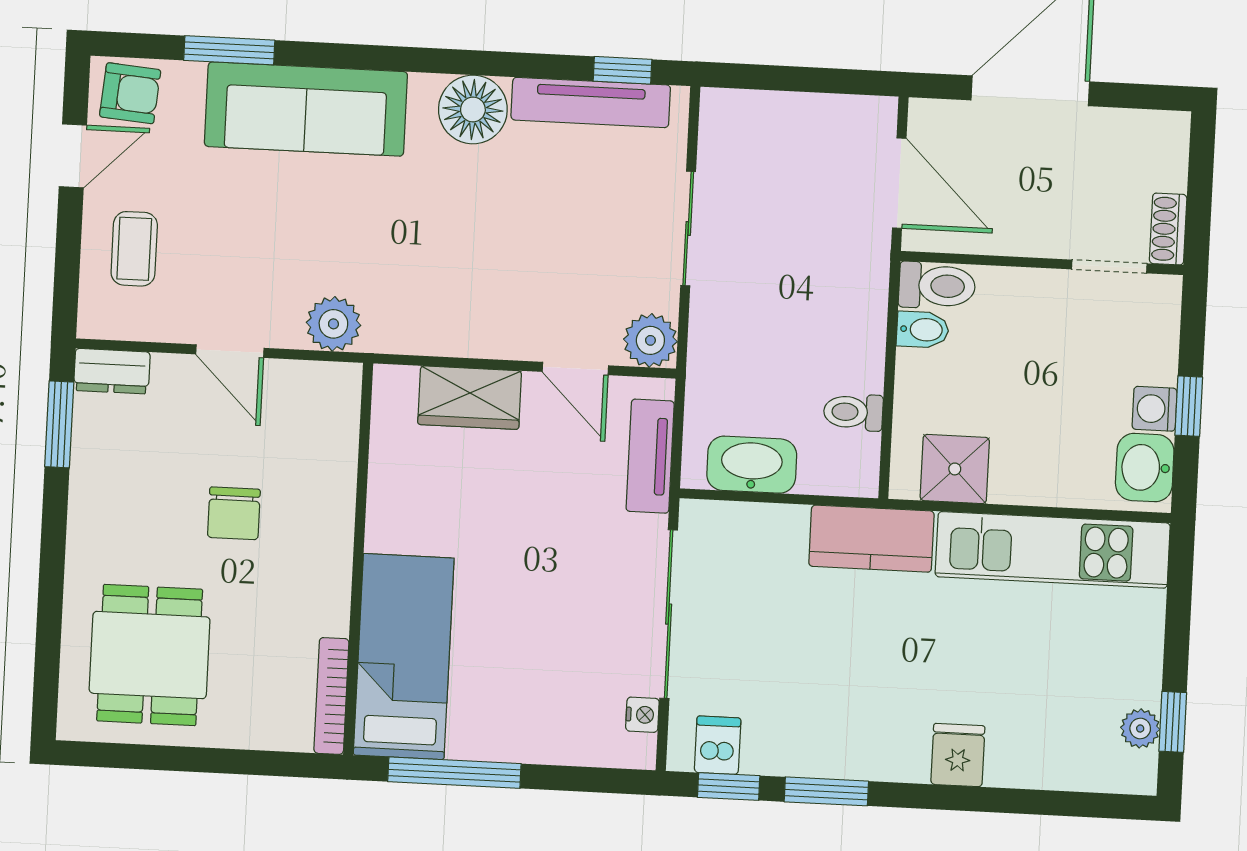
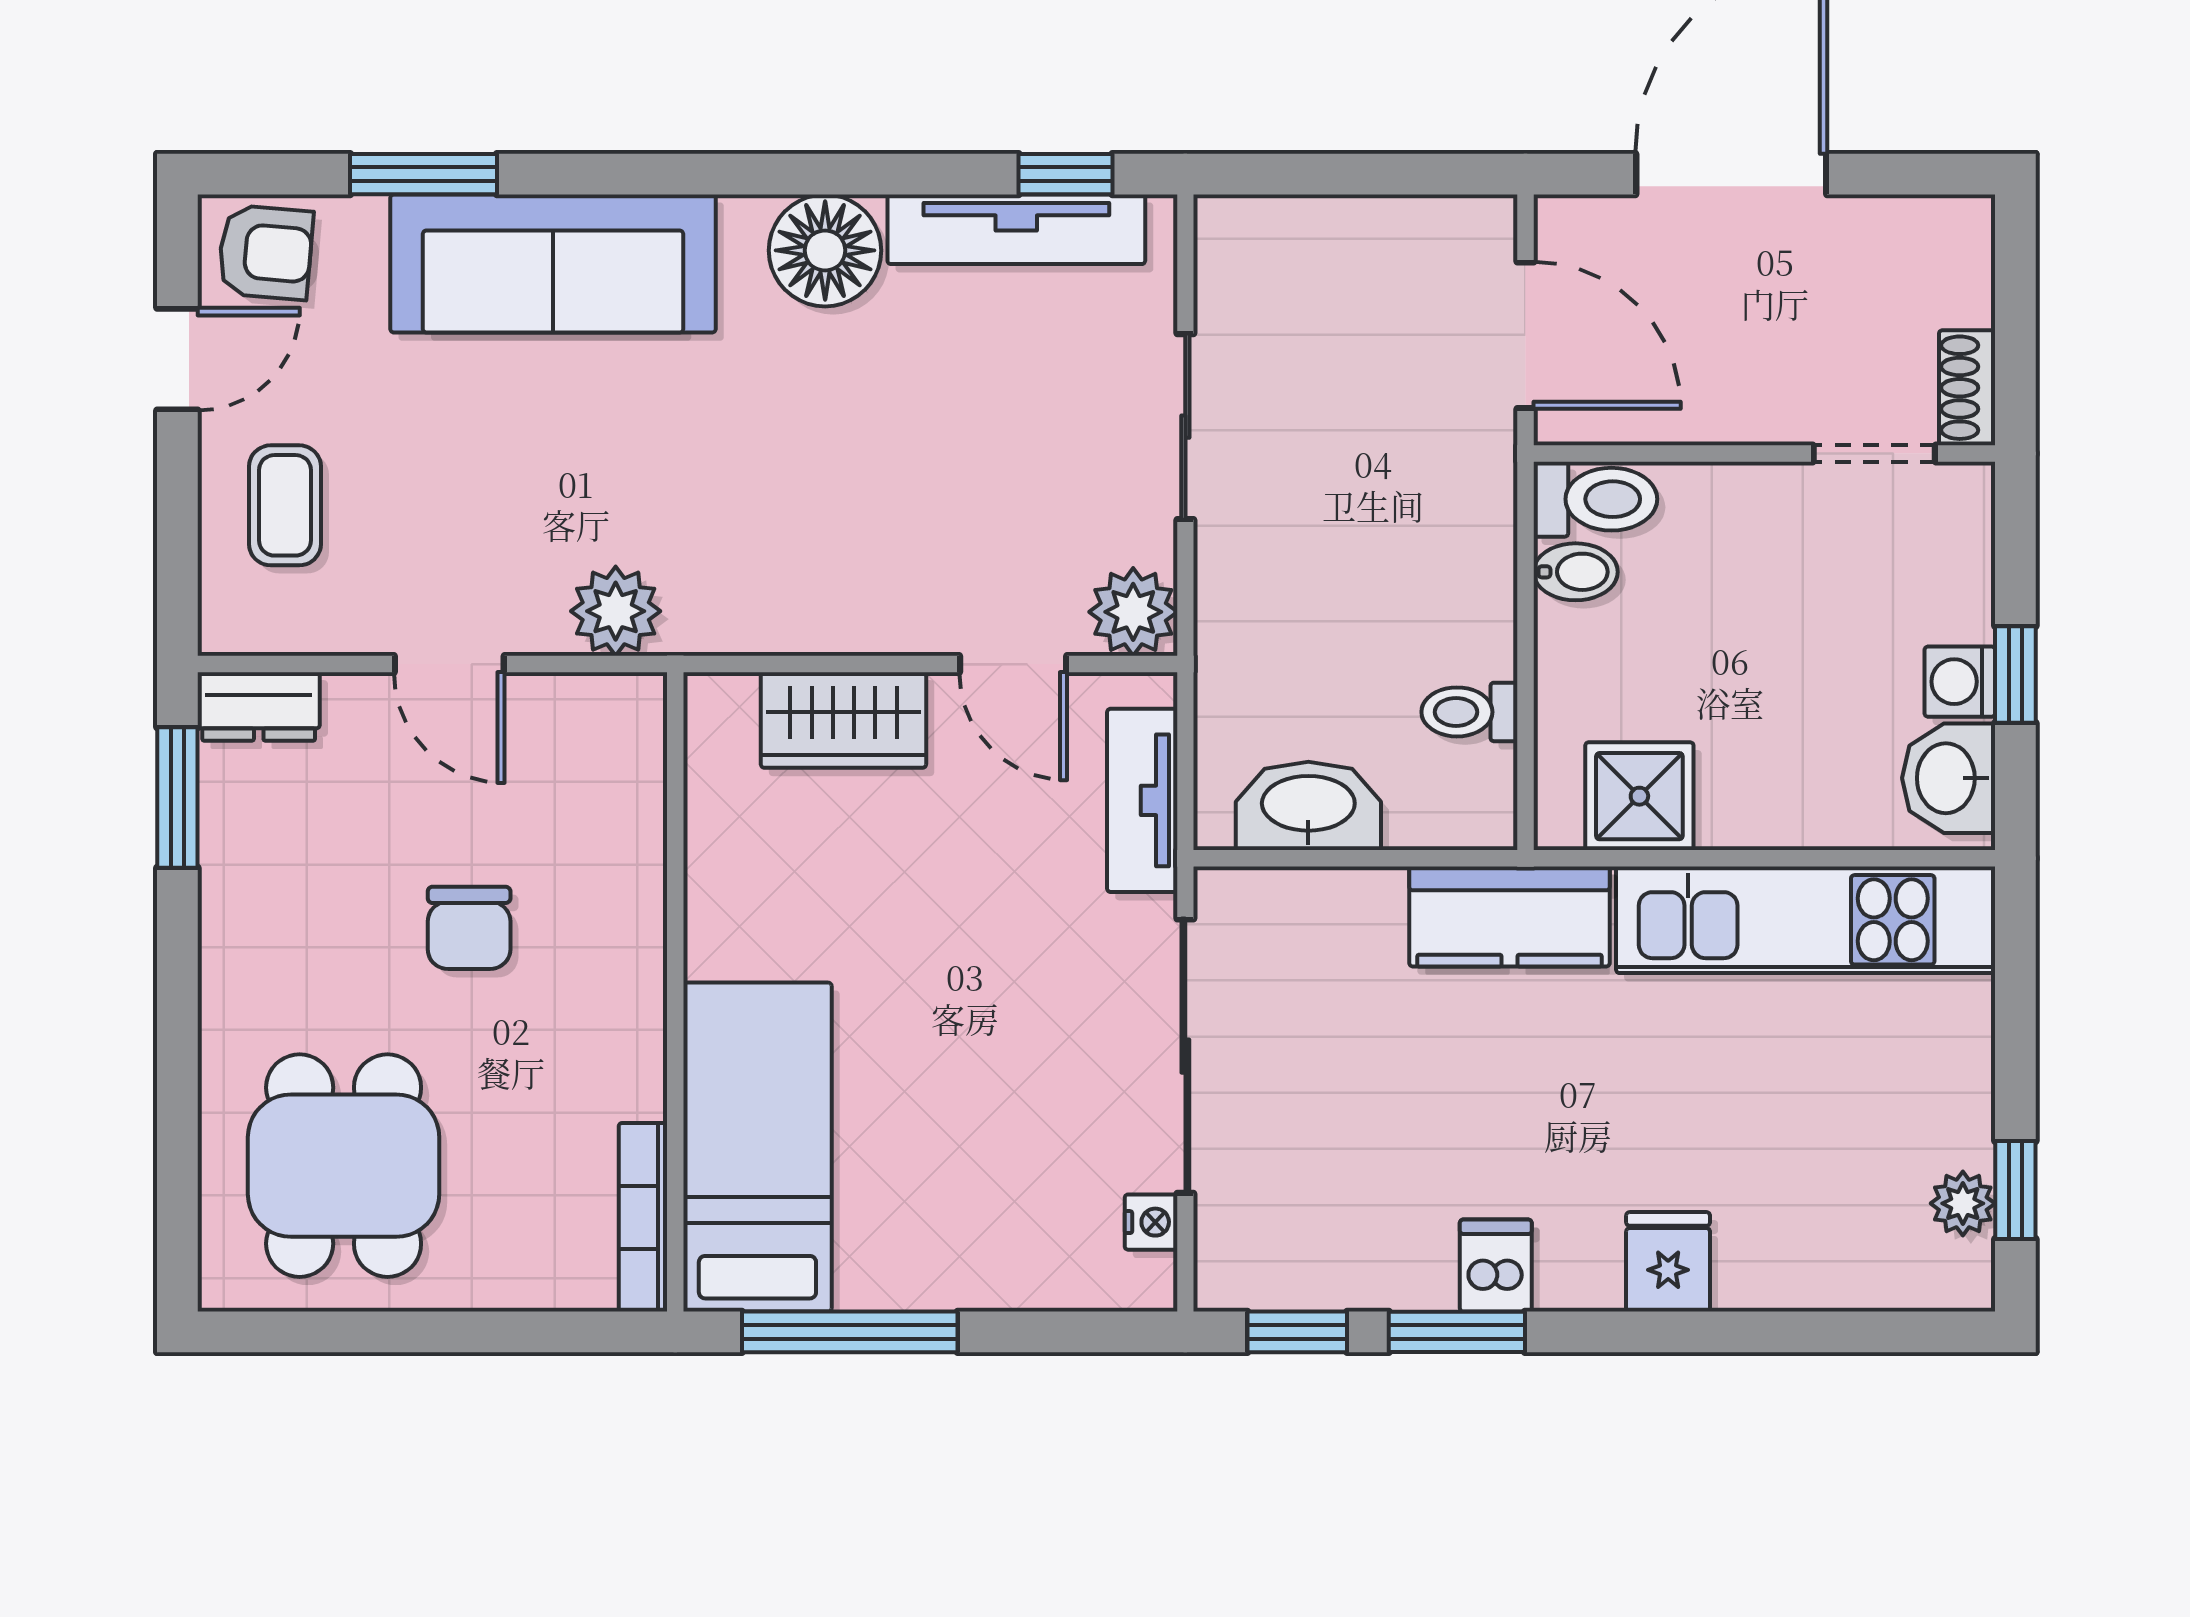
dishwasher: (718, 745) -> (1496, 1266), moved

